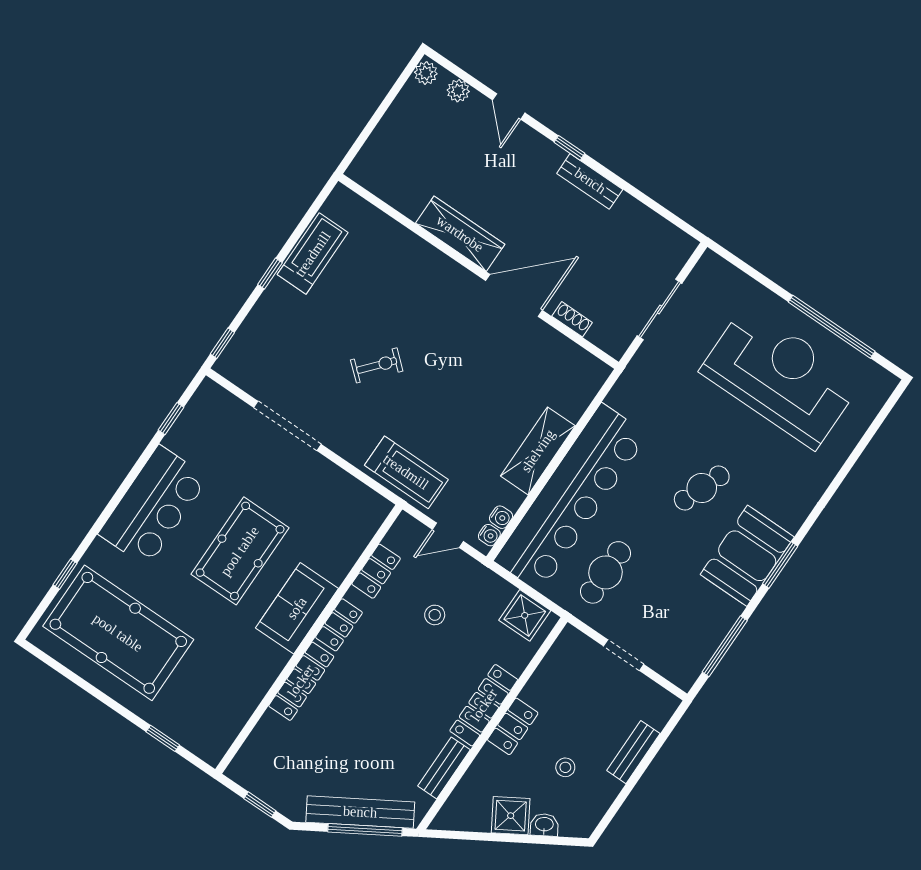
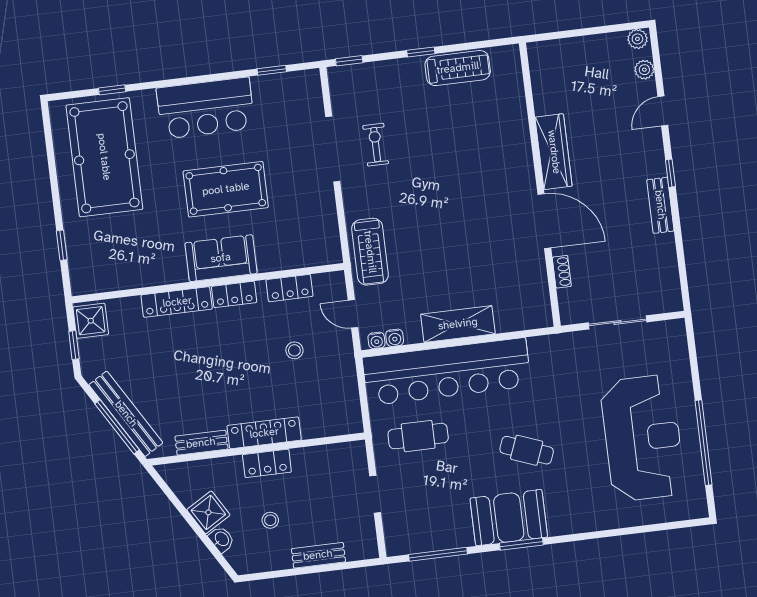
exercise bike: (377, 365) -> (376, 145), moved, turned -131
shower: (525, 615) -> (91, 321), moved

